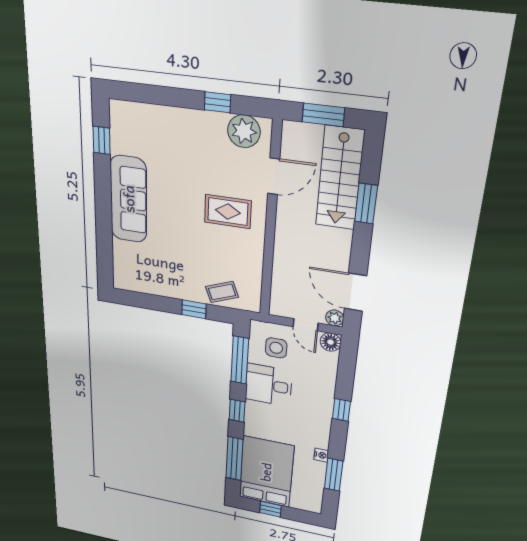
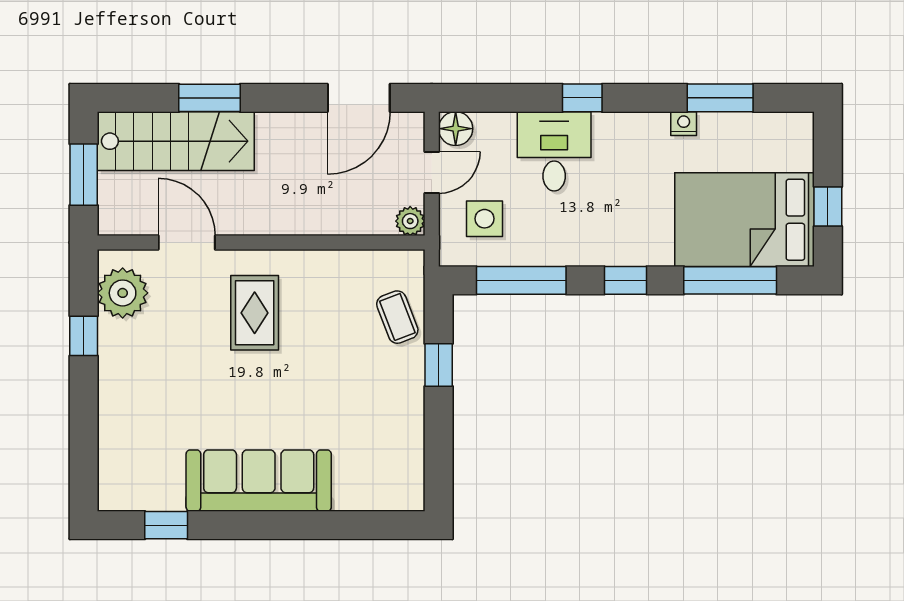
plant: (335, 318) -> (410, 221), moved
desk: (269, 385) -> (554, 151), moved, turned 180

